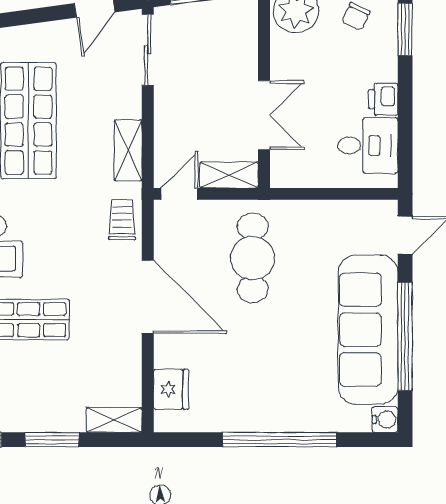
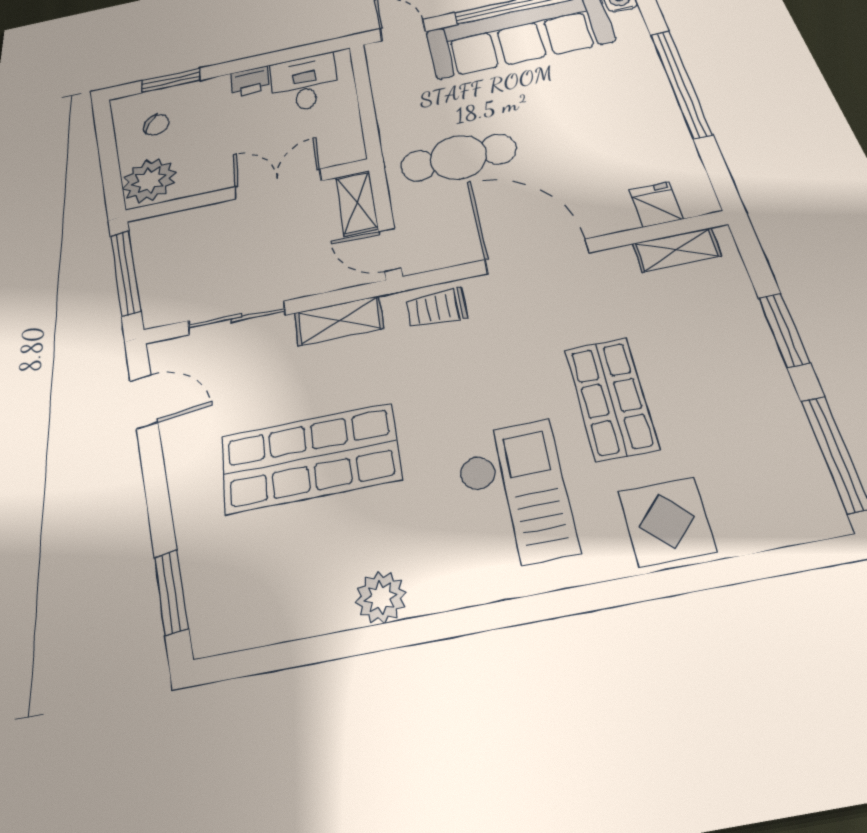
sliding door: (148, 50) -> (236, 318), moved
door: (148, 297) -> (537, 256), hinge flipped
fridge: (171, 389) -> (656, 204), width x0.72
shelving: (114, 420) -> (677, 250), moved, turned 90

